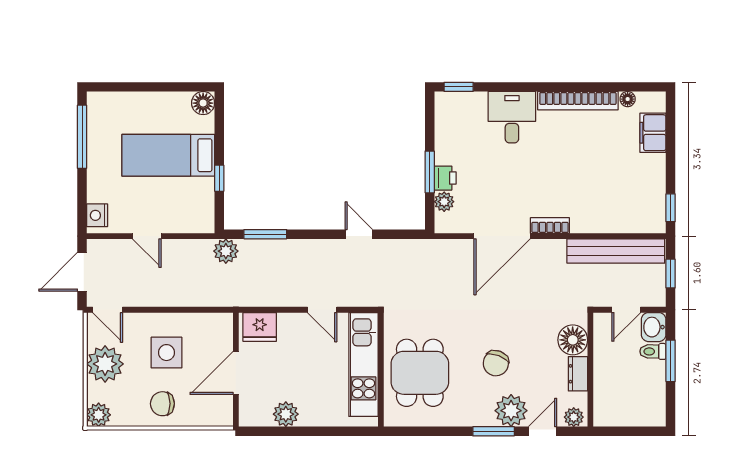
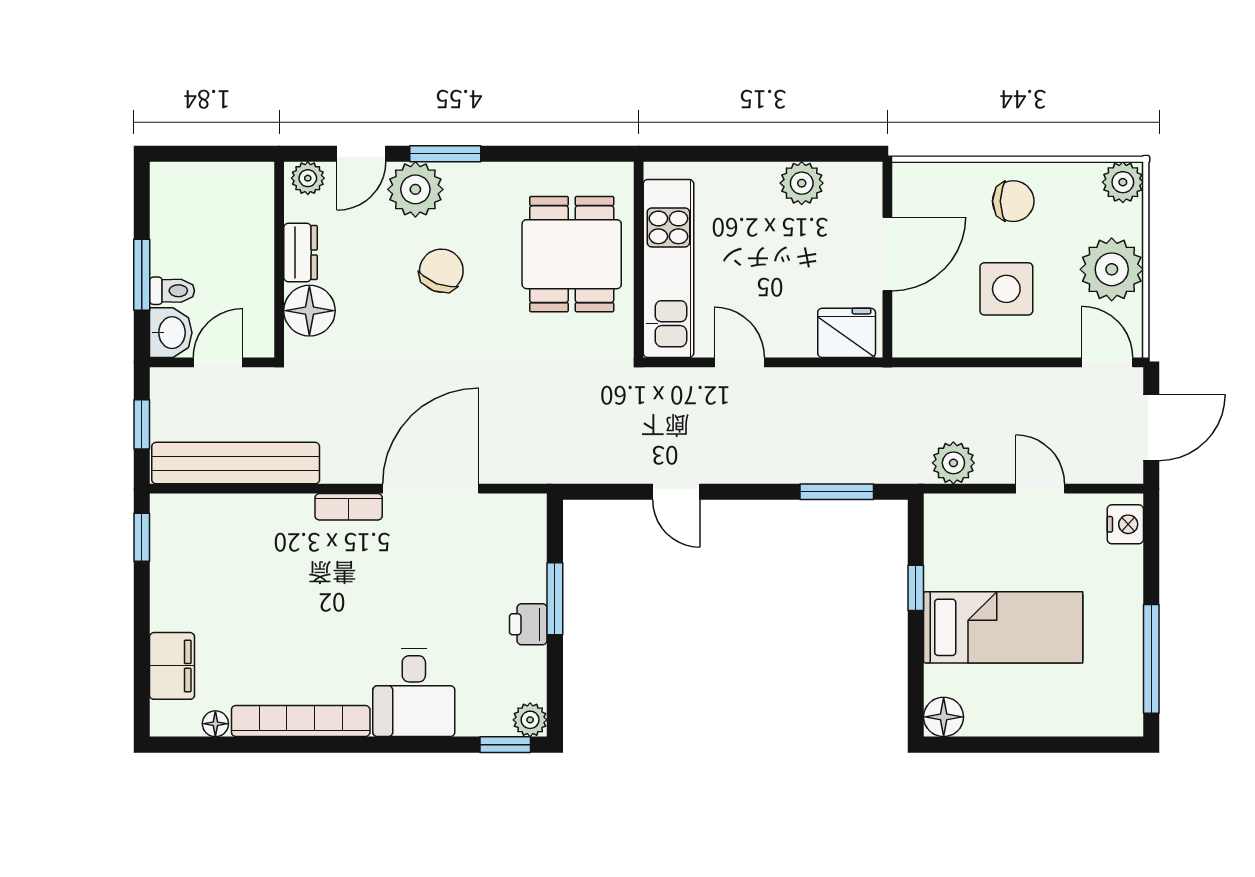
printer: (445, 178) -> (528, 624), moved
plant: (444, 202) -> (530, 720), moved
plant: (226, 251) -> (953, 463), moved

